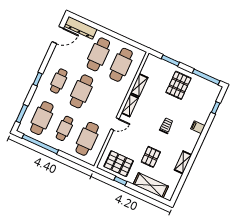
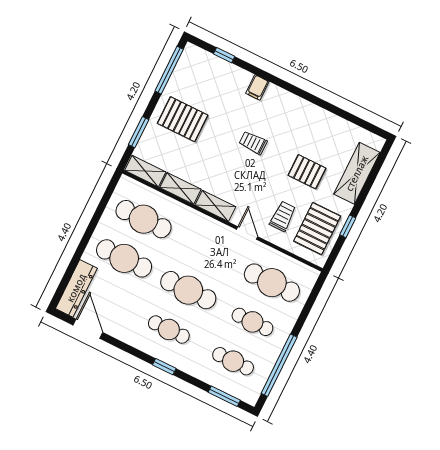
cafe table: (42, 118) -> (233, 361), width x0.73, depth x0.74
trolley: (125, 144) -> (283, 216), added
shelving: (183, 162) -> (145, 171), moved

